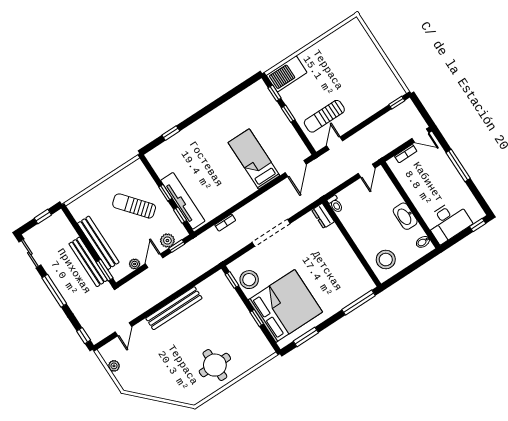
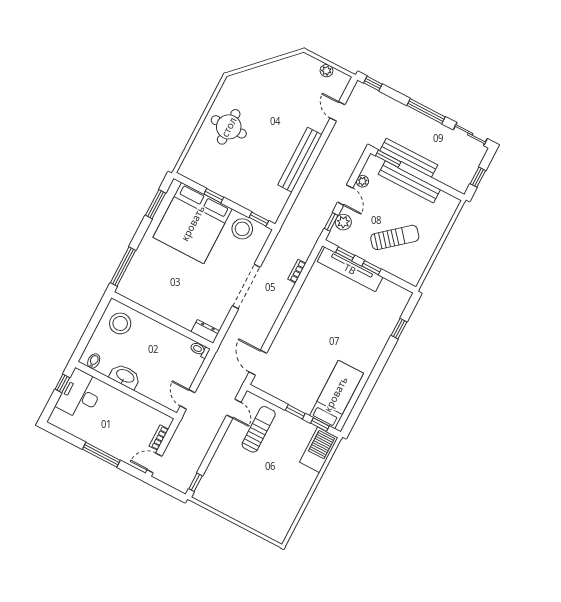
bed: (254, 159) -> (336, 394), moved, turned -90
window: (478, 225) -> (62, 383), moved

